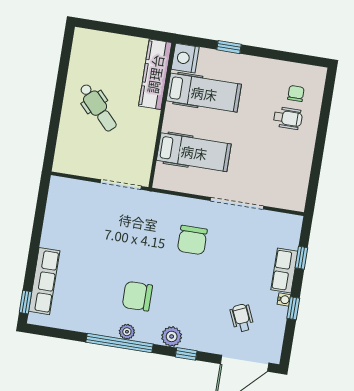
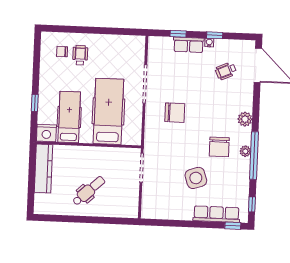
kitchen counter: (155, 74) -> (43, 168), moved, turned -90
hospital bed: (194, 152) -> (108, 111), width x1.37, depth x1.29
side table: (98, 259) -> (196, 178), added
window: (186, 354) -> (252, 204), moved

